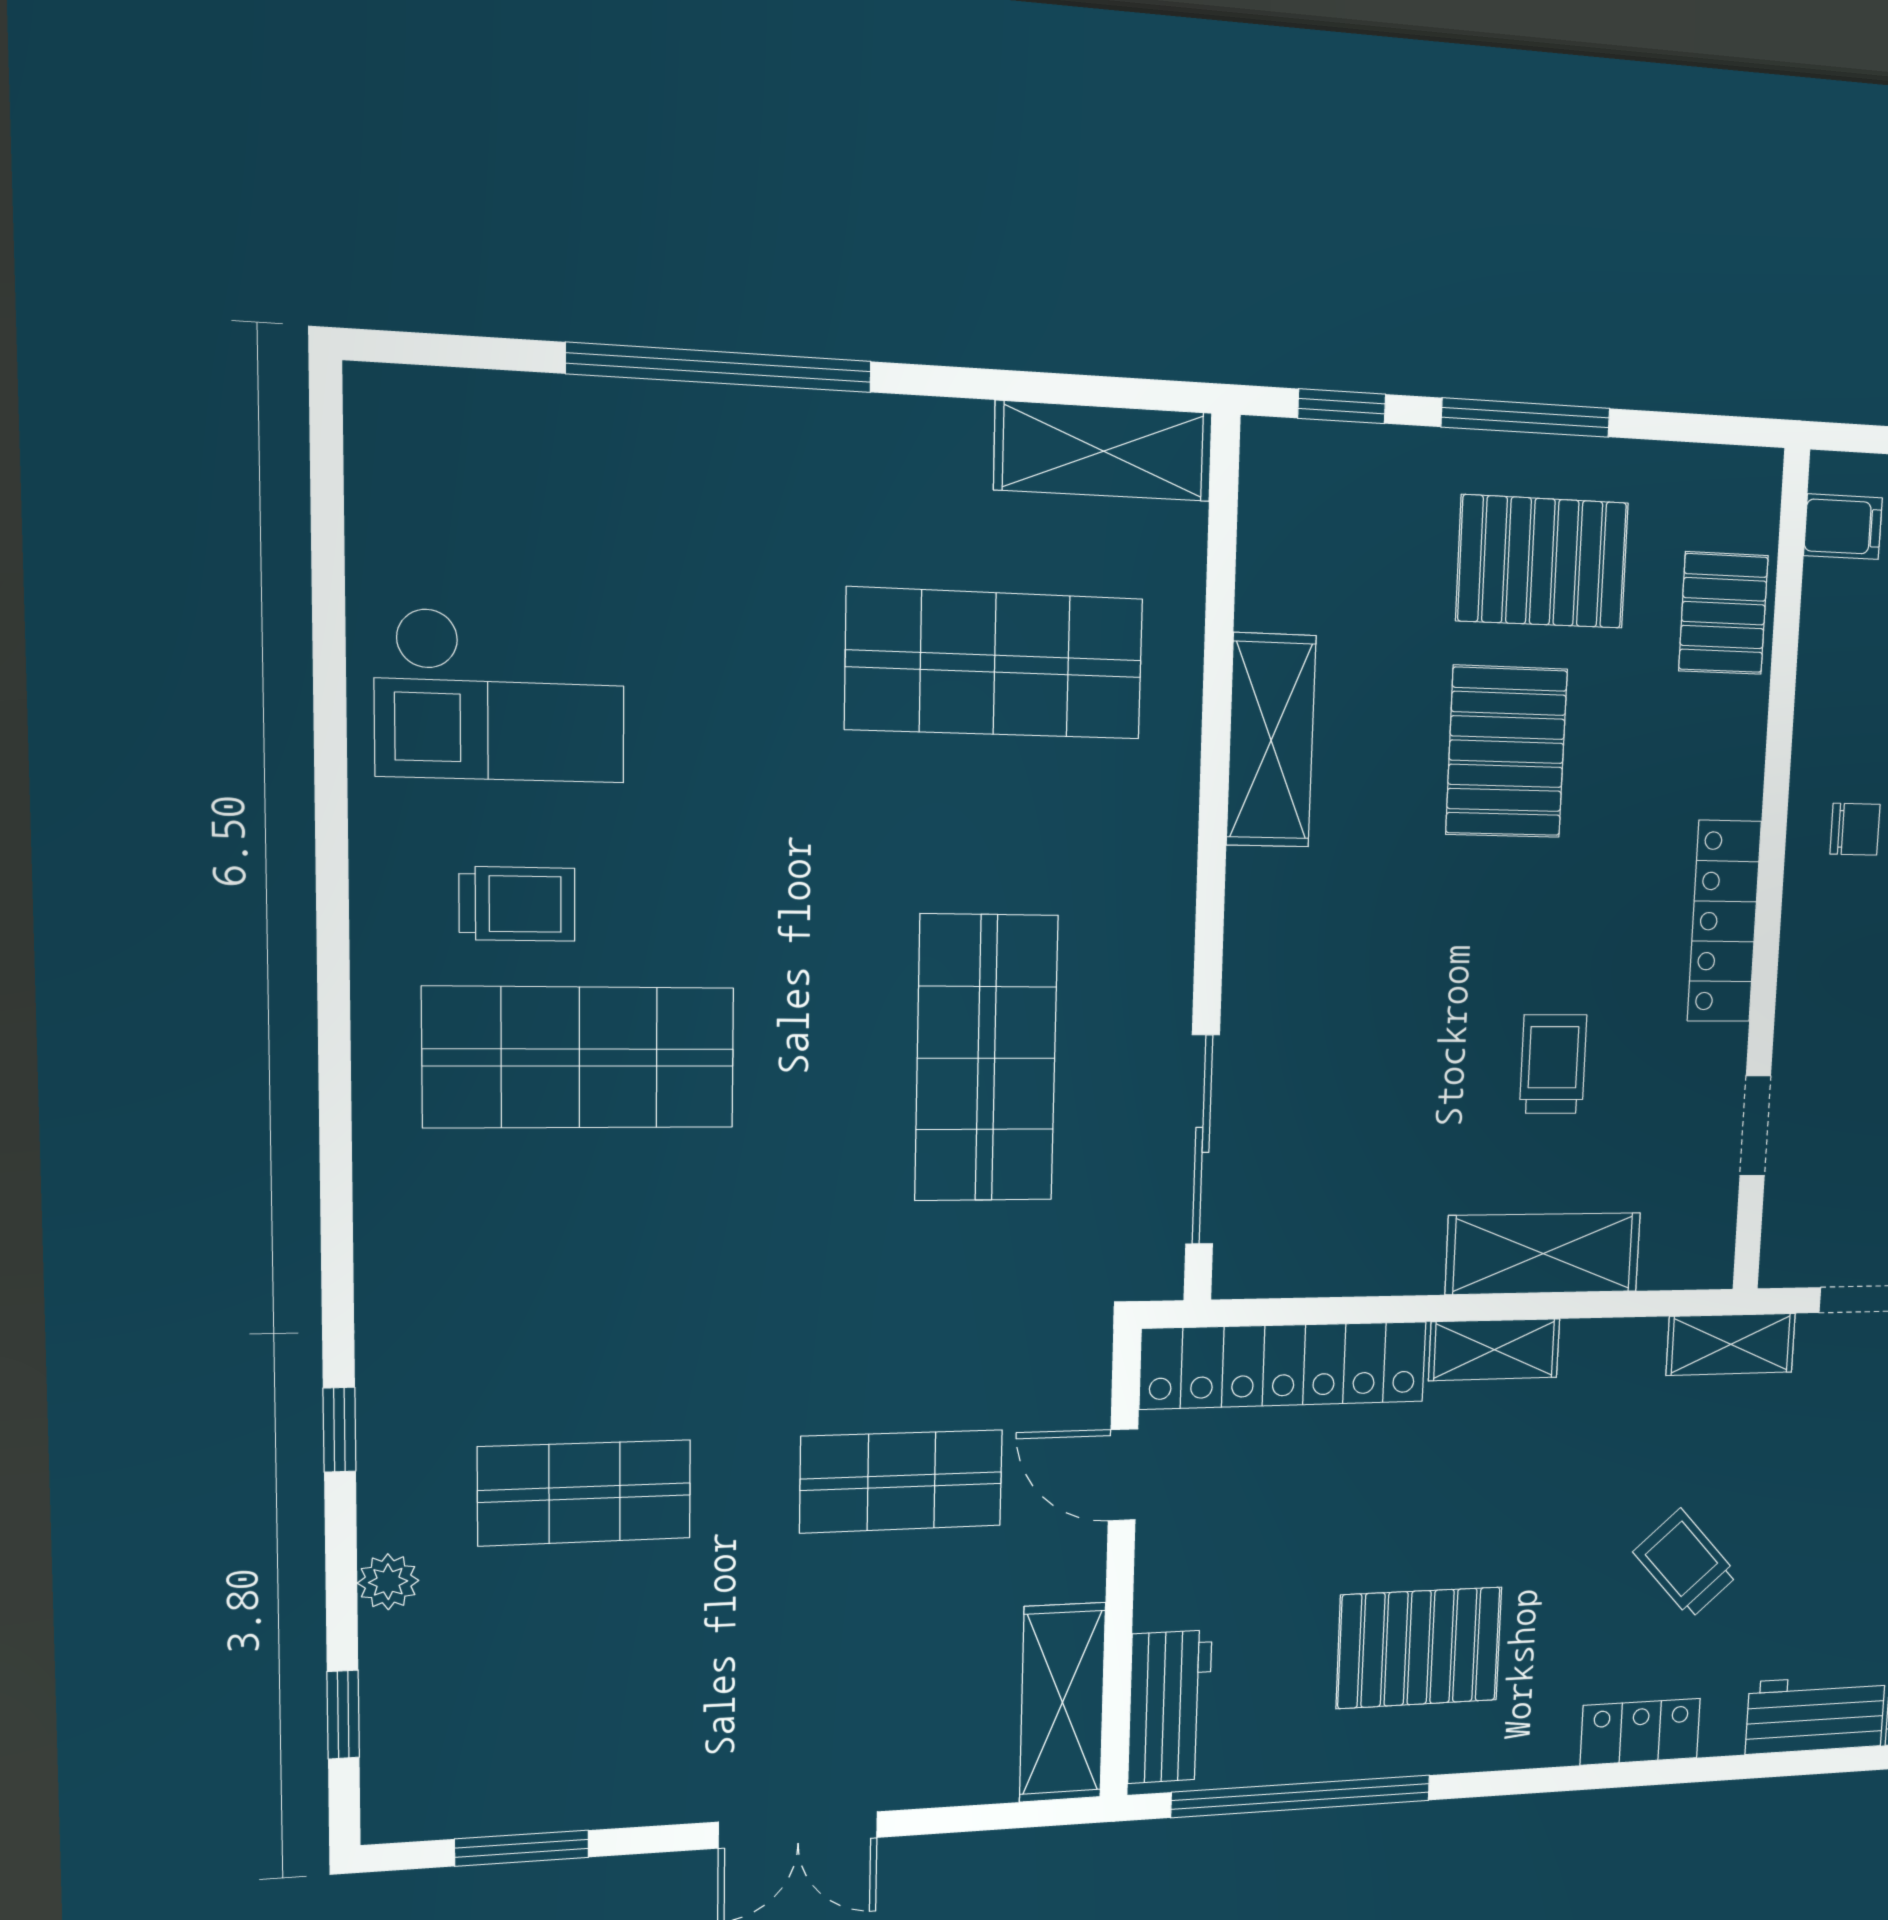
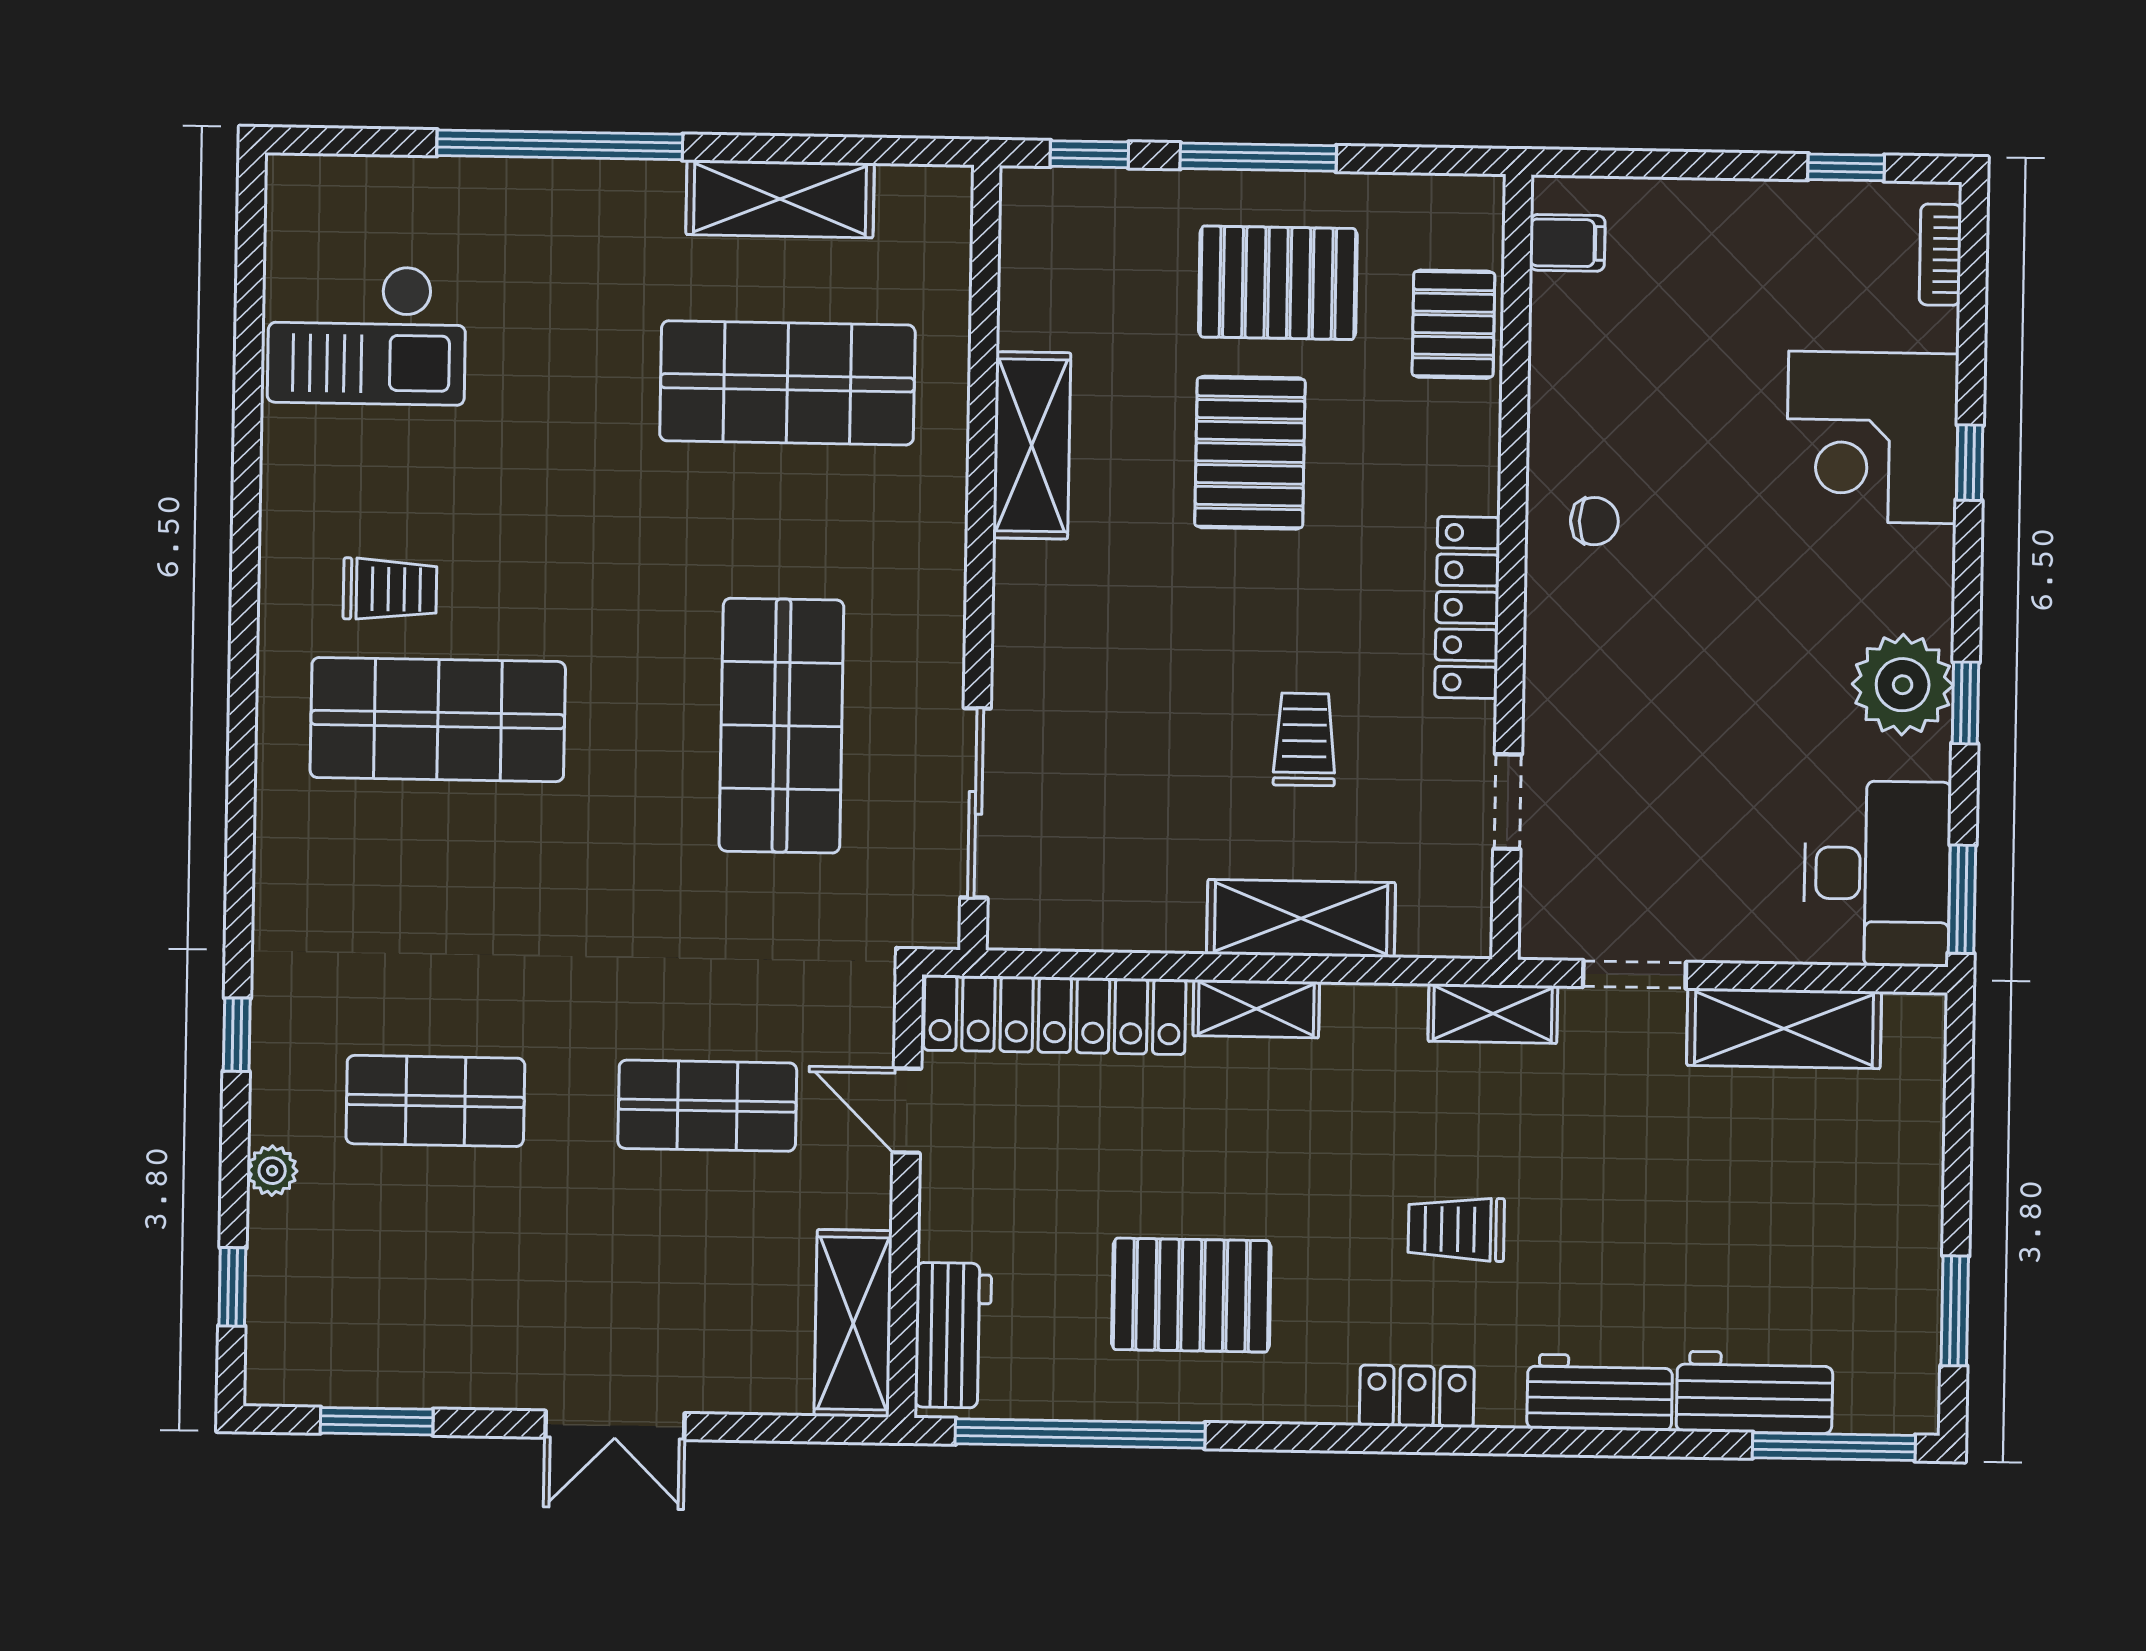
shelving: (1103, 451) -> (780, 199), moved
checkout: (500, 695) -> (367, 335), moved
trolley: (1686, 1564) -> (1456, 1229), turned -48

